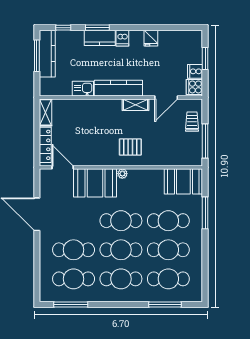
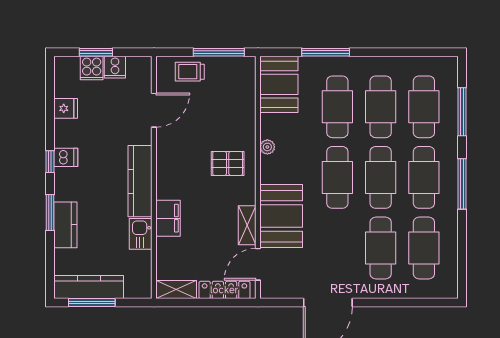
window: (63, 28) -> (50, 162), moved
kitchen counter: (100, 38) -> (65, 225), moved
dishwasher: (122, 38) -> (66, 157), moved
fridge: (151, 38) -> (66, 108), moved
cooker: (194, 87) -> (92, 68), moved
door: (166, 97) -> (154, 110), hinge flipped
shelving: (135, 105) -> (247, 225), moved
filing cabinet: (94, 107) -> (168, 218), added
pallet: (130, 147) -> (228, 163), turned 90
plant: (122, 174) -> (267, 147), moved
window: (71, 304) -> (462, 184), moved

